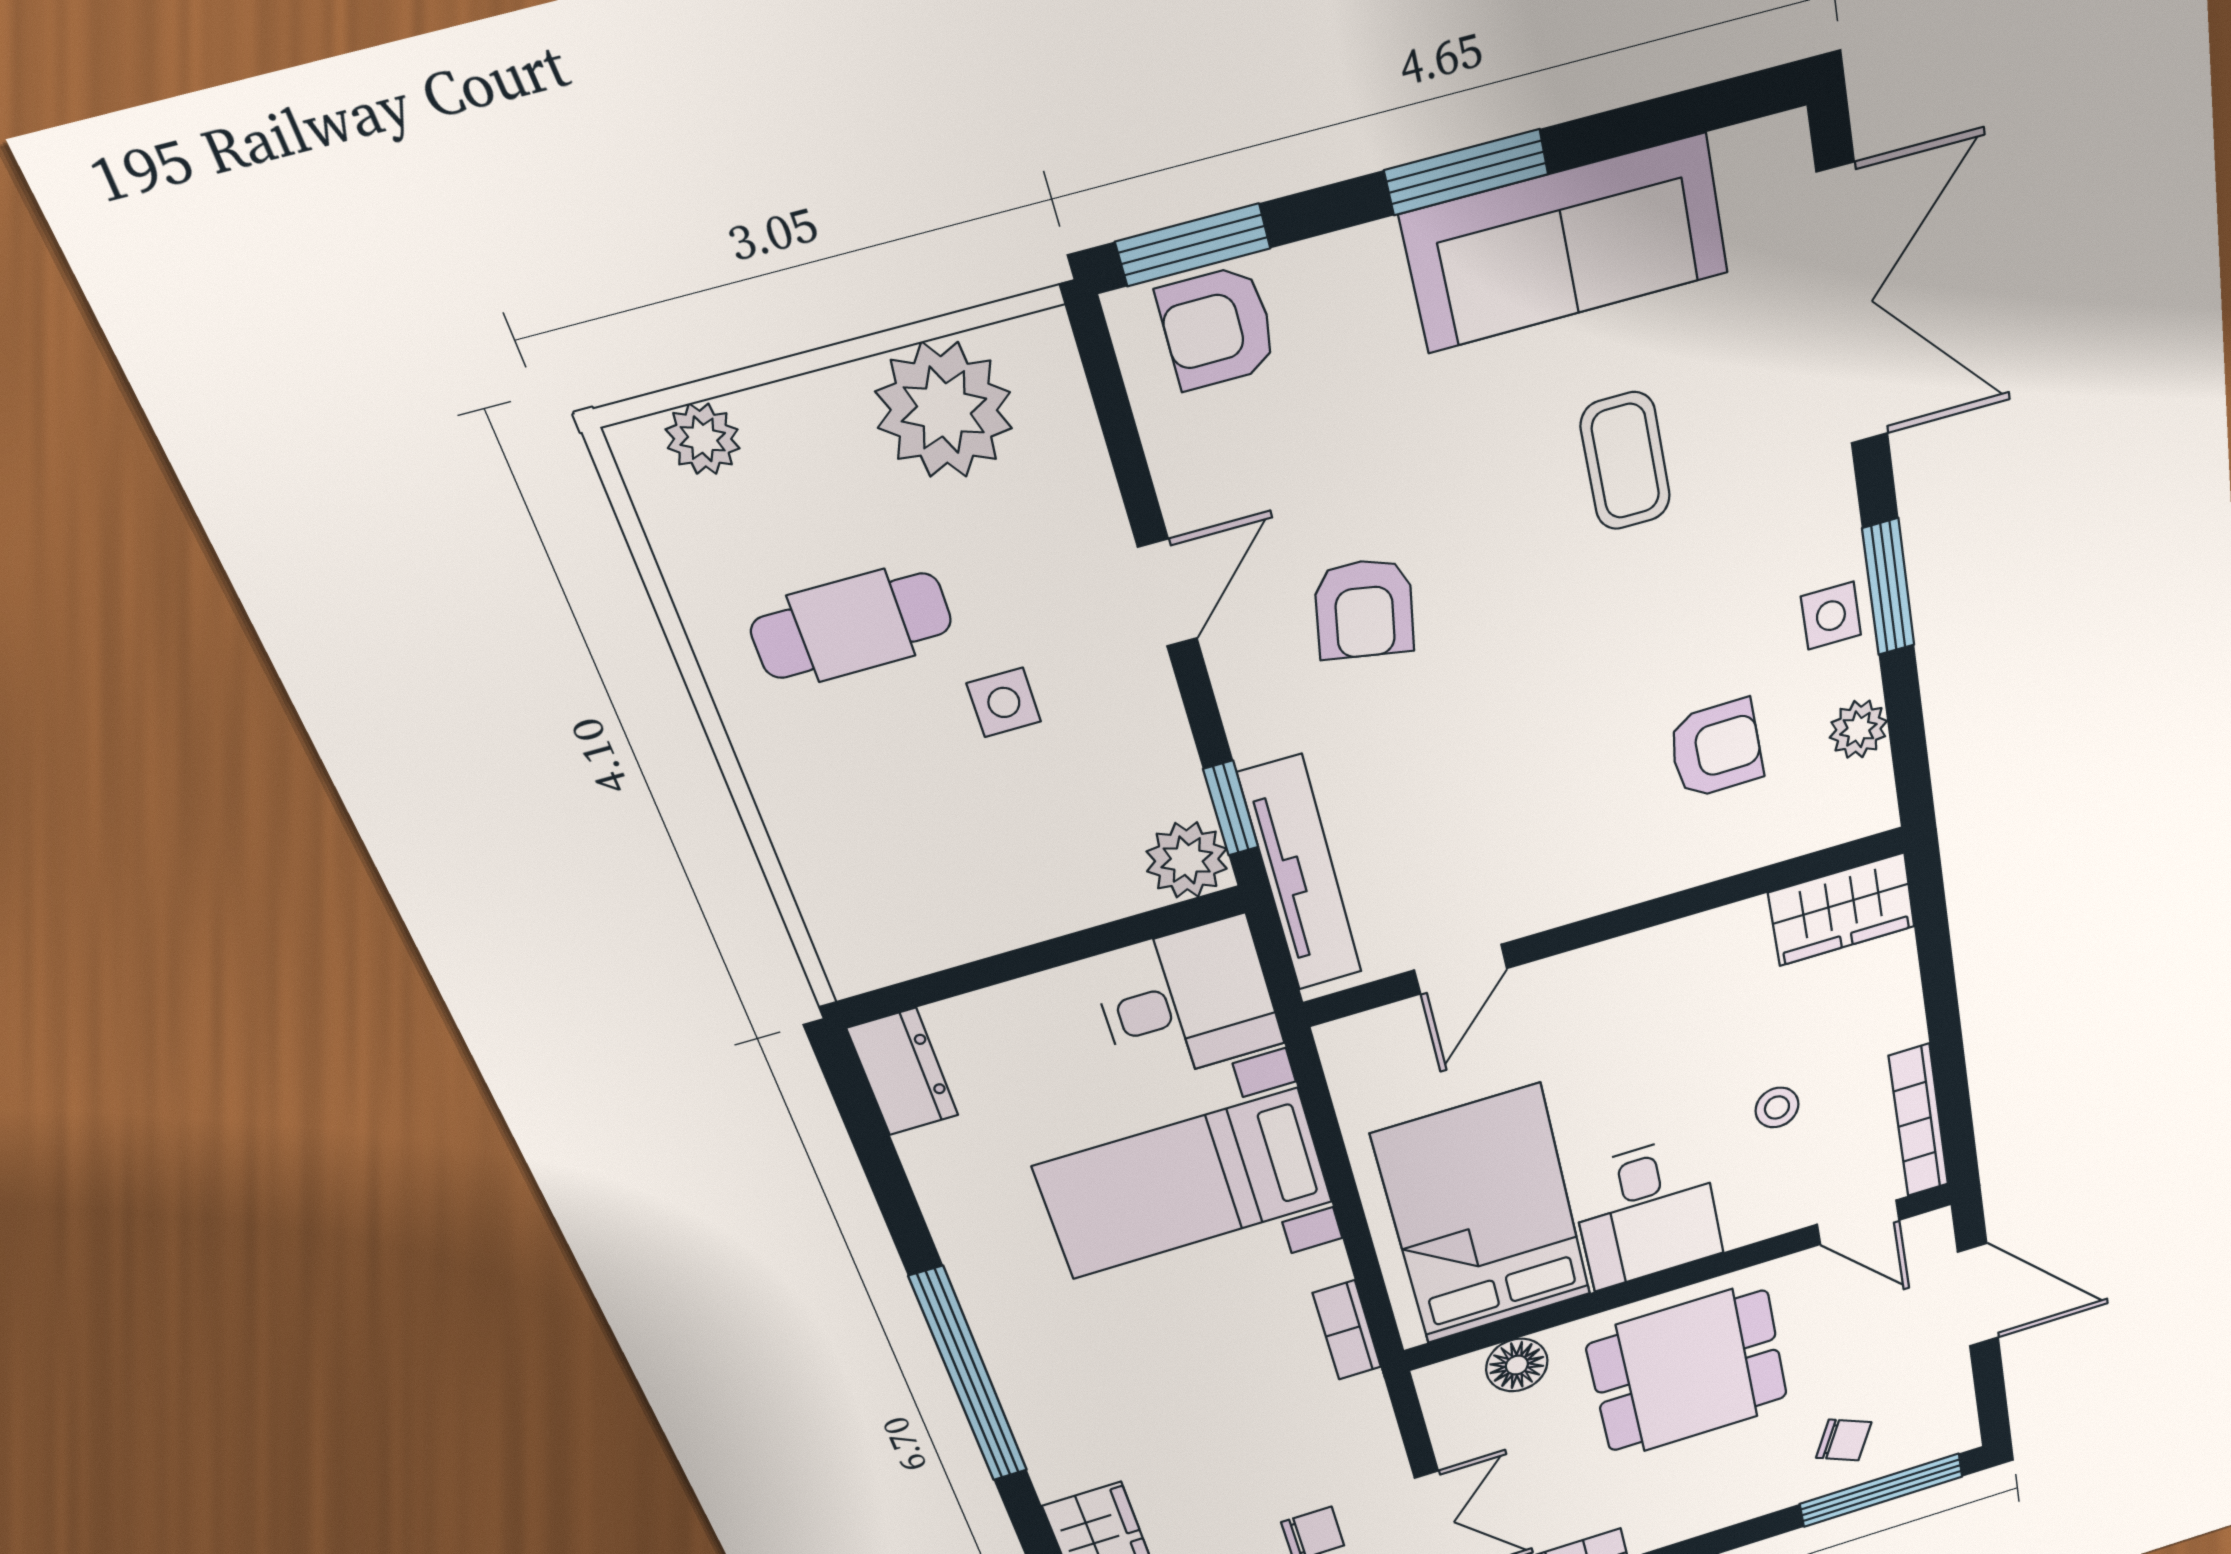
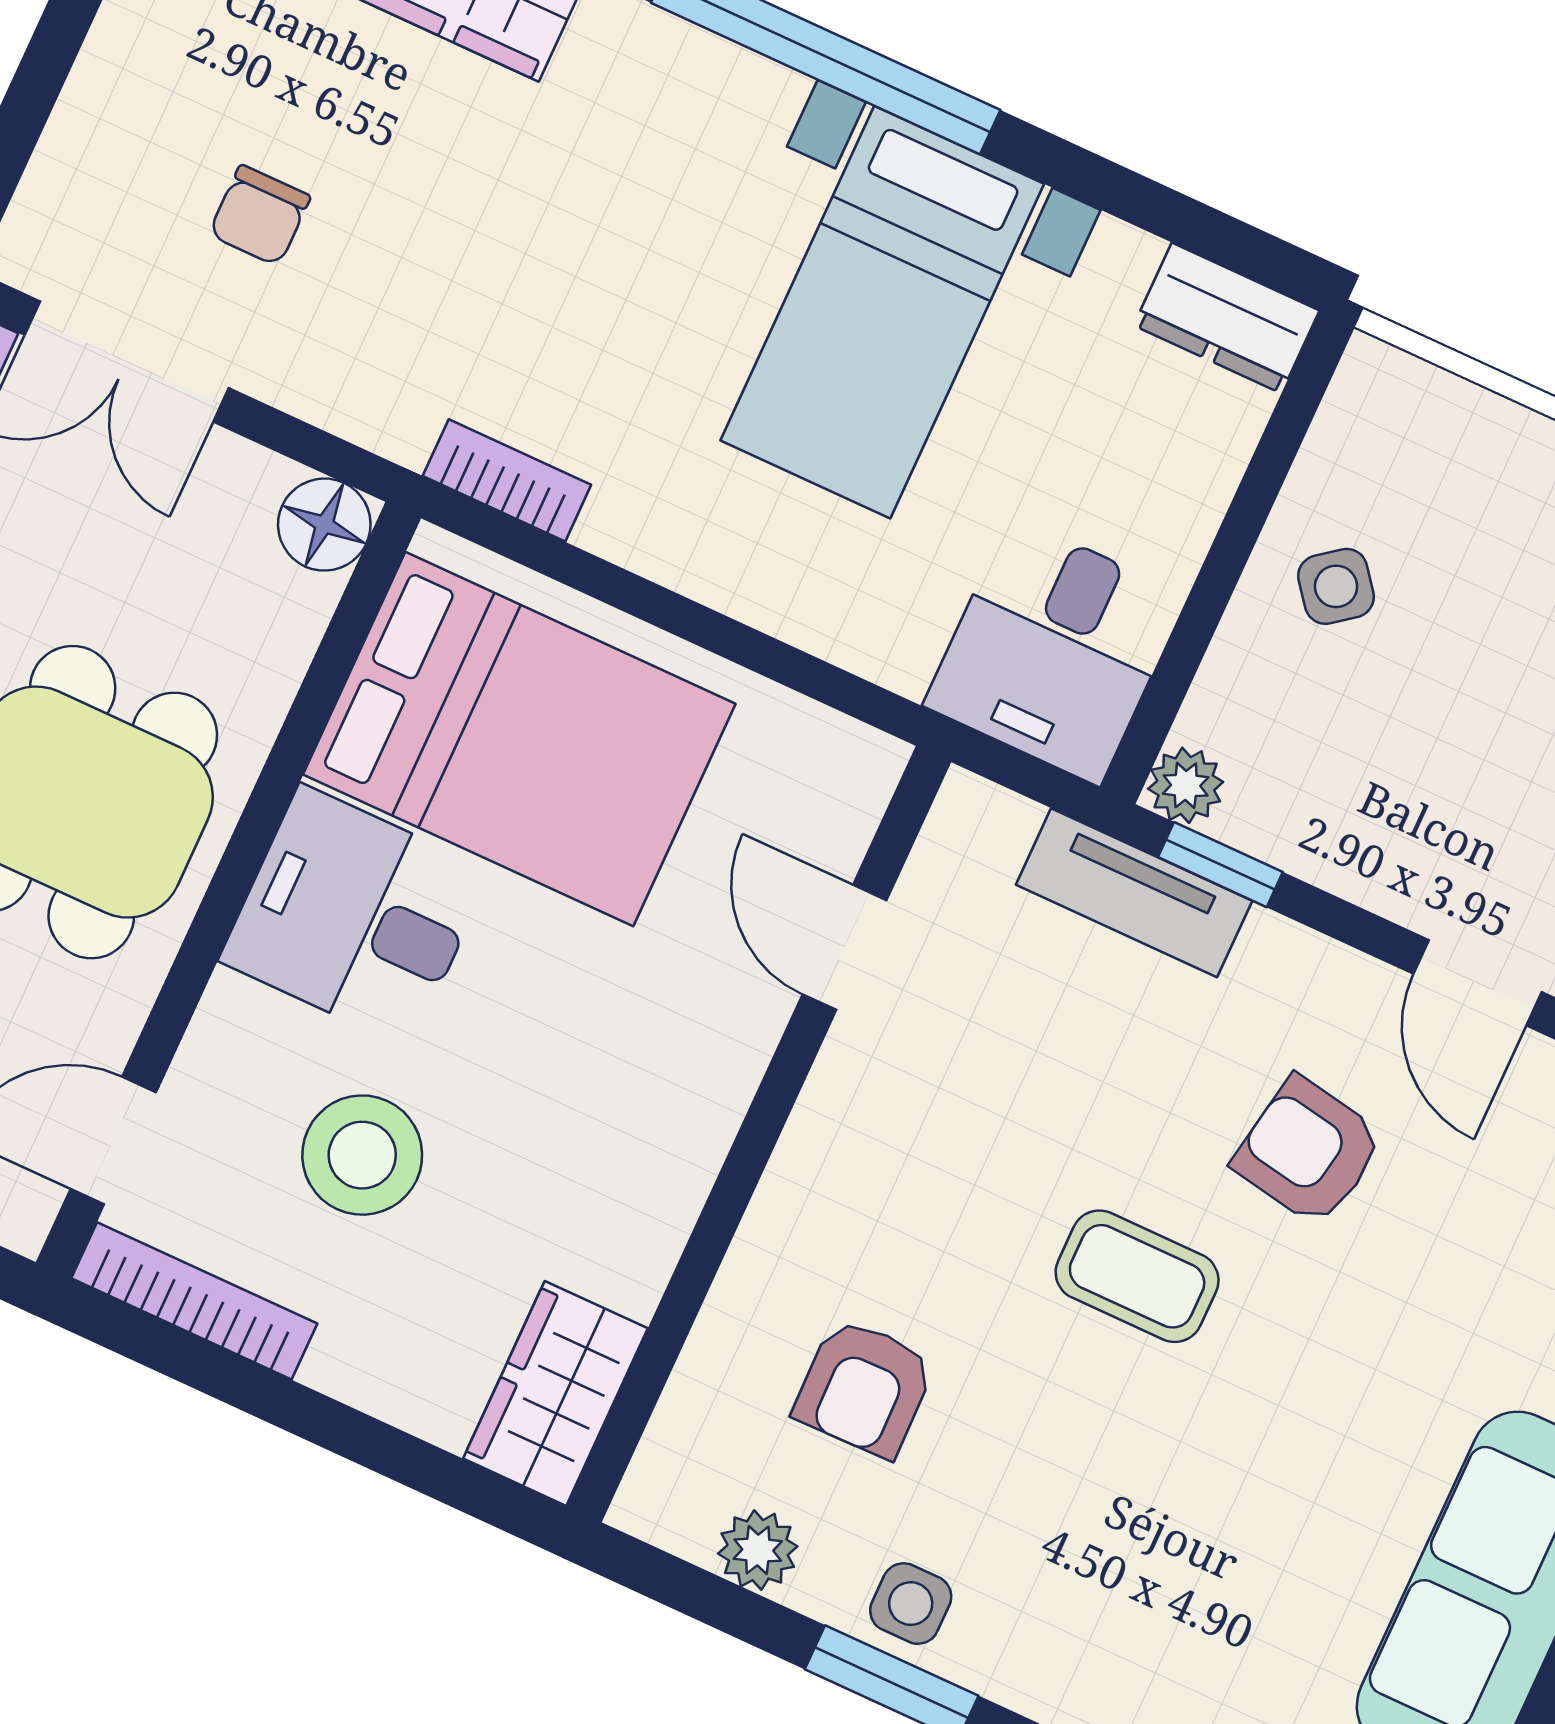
coffee table: (1625, 461) -> (1137, 1276), moved
side table: (1004, 702) -> (1336, 586), moved, turned -38
plant: (1187, 860) -> (1186, 785), width x0.73, depth x0.73
tv unit: (1301, 874) -> (1134, 893), width x0.71
stool: (1777, 1107) -> (362, 1155), width x1.89, depth x1.89
bed with nightstands: (1184, 1184) -> (882, 312), moved, turned 180
floor lamp: (1517, 1365) -> (324, 525), moved

